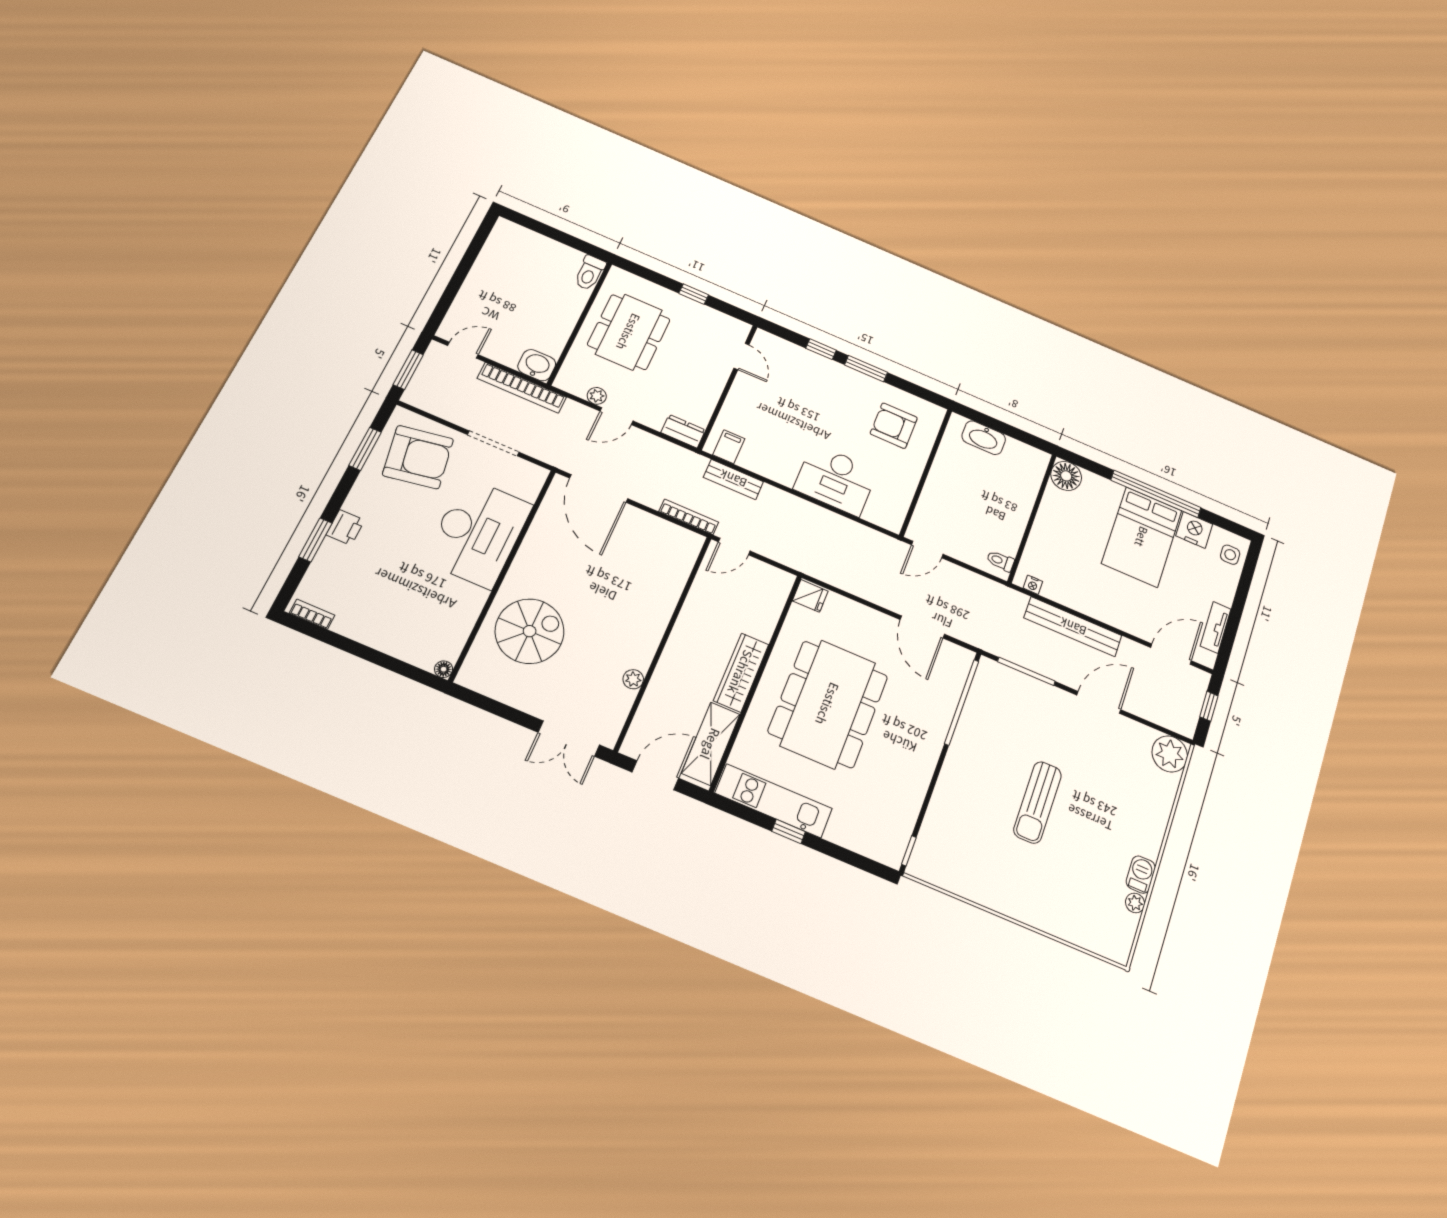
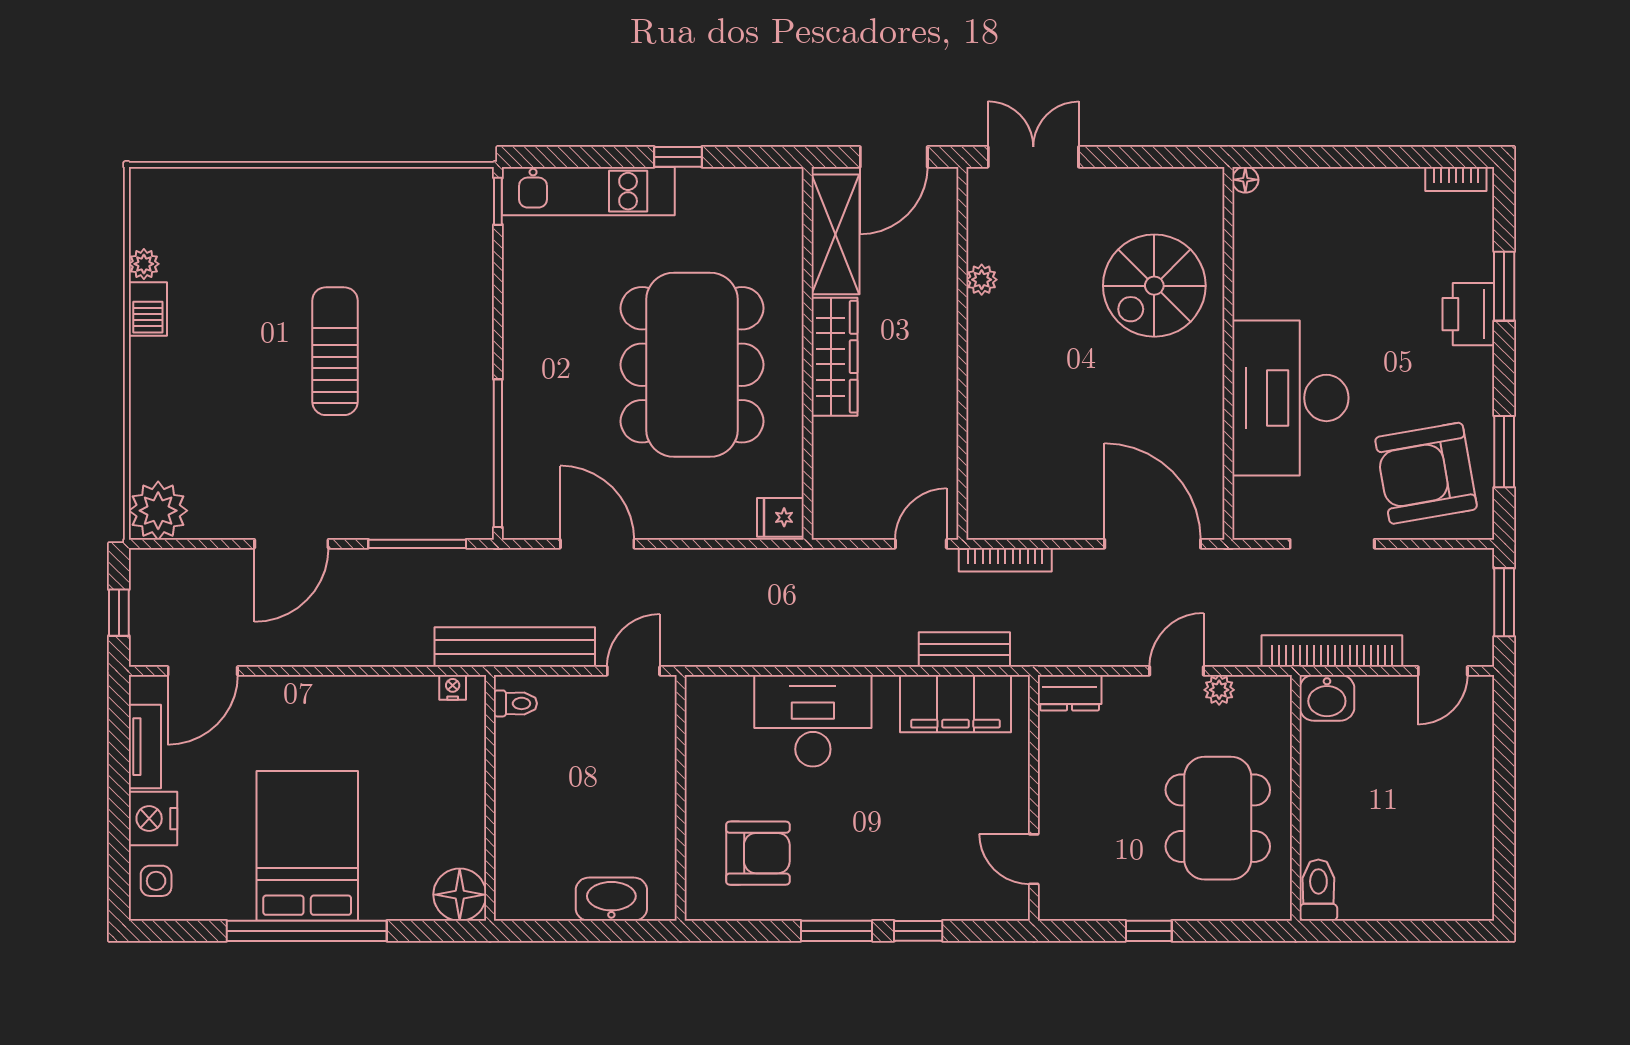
filing cabinet: (729, 447) -> (955, 704), width x3.00, depth x1.17
printer: (345, 527) -> (1468, 314), width x1.36, depth x1.24
nightstand: (1194, 530) -> (153, 819), moved, turned 90
bench: (1073, 627) -> (515, 647), moved
kitchen unit: (774, 801) -> (588, 191), moved

